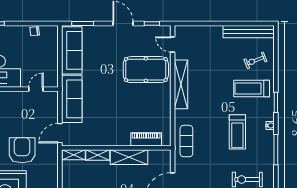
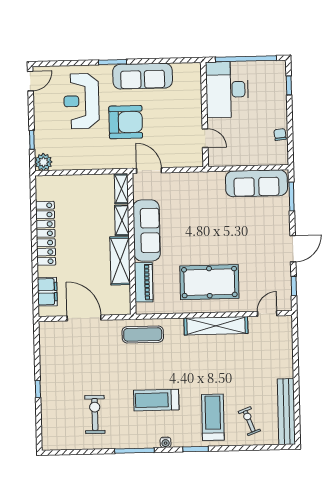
pool table: (146, 70) -> (209, 282), moved, turned 90
sofa: (72, 99) -> (147, 231), moved, turned -90

